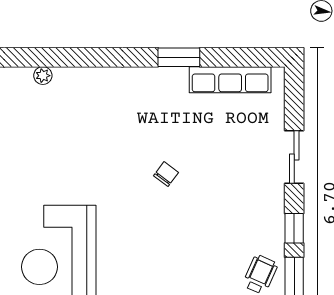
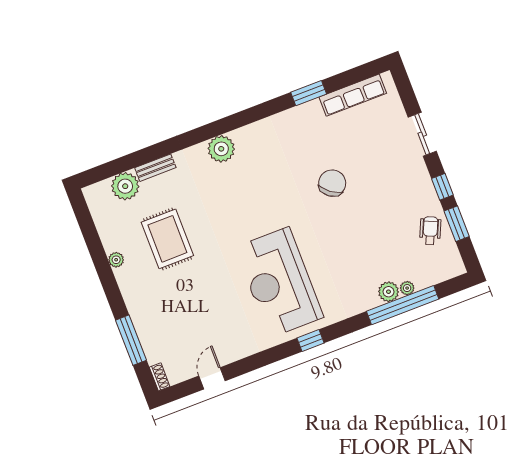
plant: (43, 76) -> (221, 149), width x1.87, depth x1.87
chair: (166, 174) -> (332, 183), width x1.87, depth x1.87

